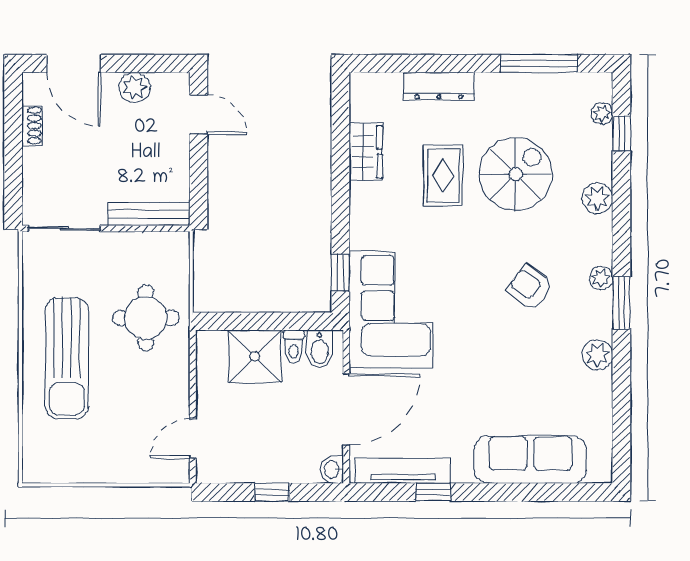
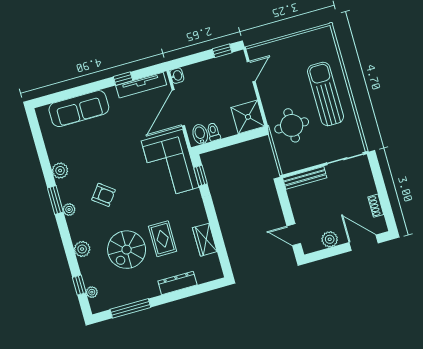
shower: (255, 356) -> (248, 117), moved
window: (272, 492) -> (222, 51), moved

